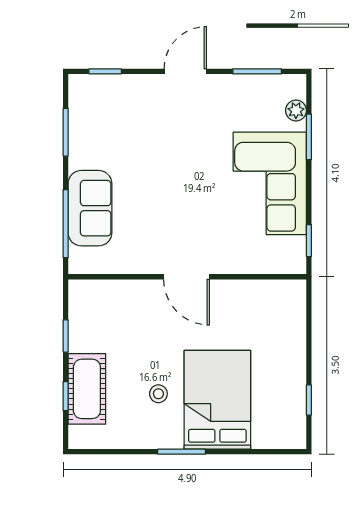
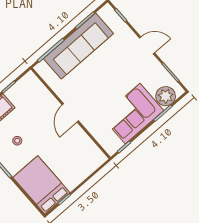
plant: (296, 110) -> (166, 96), width x1.88, depth x1.88
sofa: (90, 208) -> (78, 46), width x1.85, depth x1.27
bed: (217, 400) -> (41, 185), moved, turned -90

